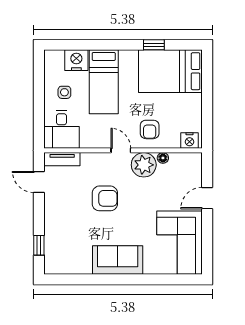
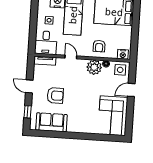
door: (121, 150) -> (71, 57), moved
side table: (187, 166) -> (120, 70), added
door: (39, 182) -> (29, 86), moved
armchair: (105, 198) -> (55, 96), moved
sofa: (118, 260) -> (52, 122), moved

